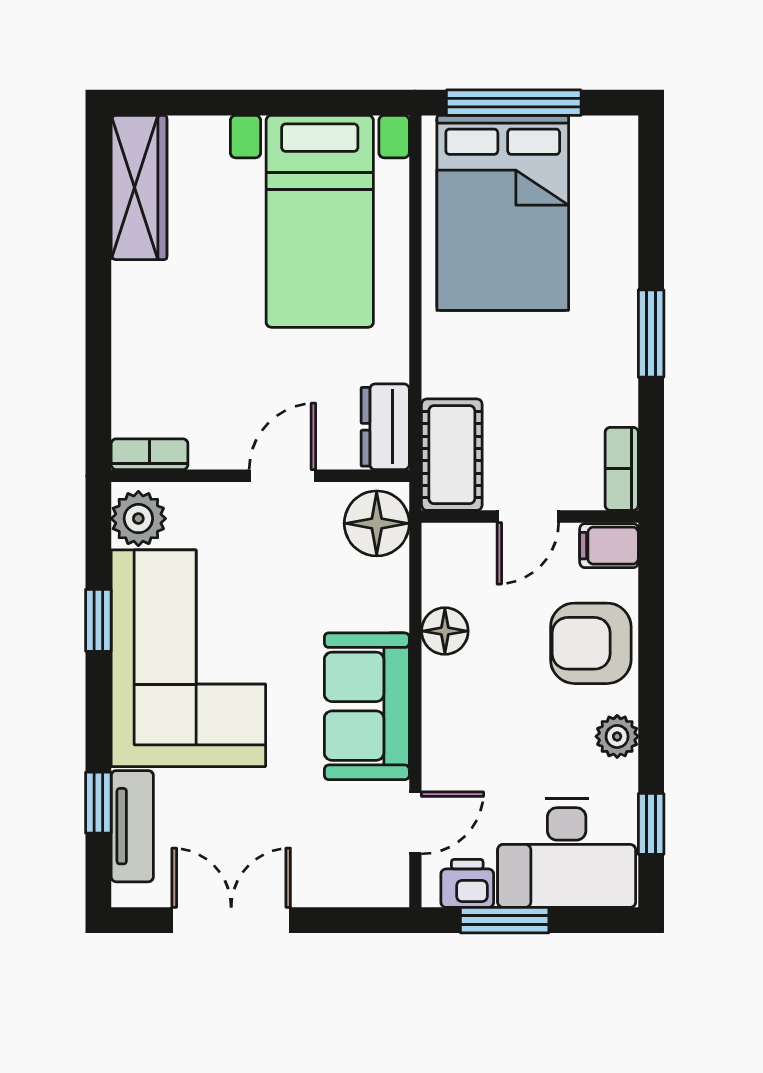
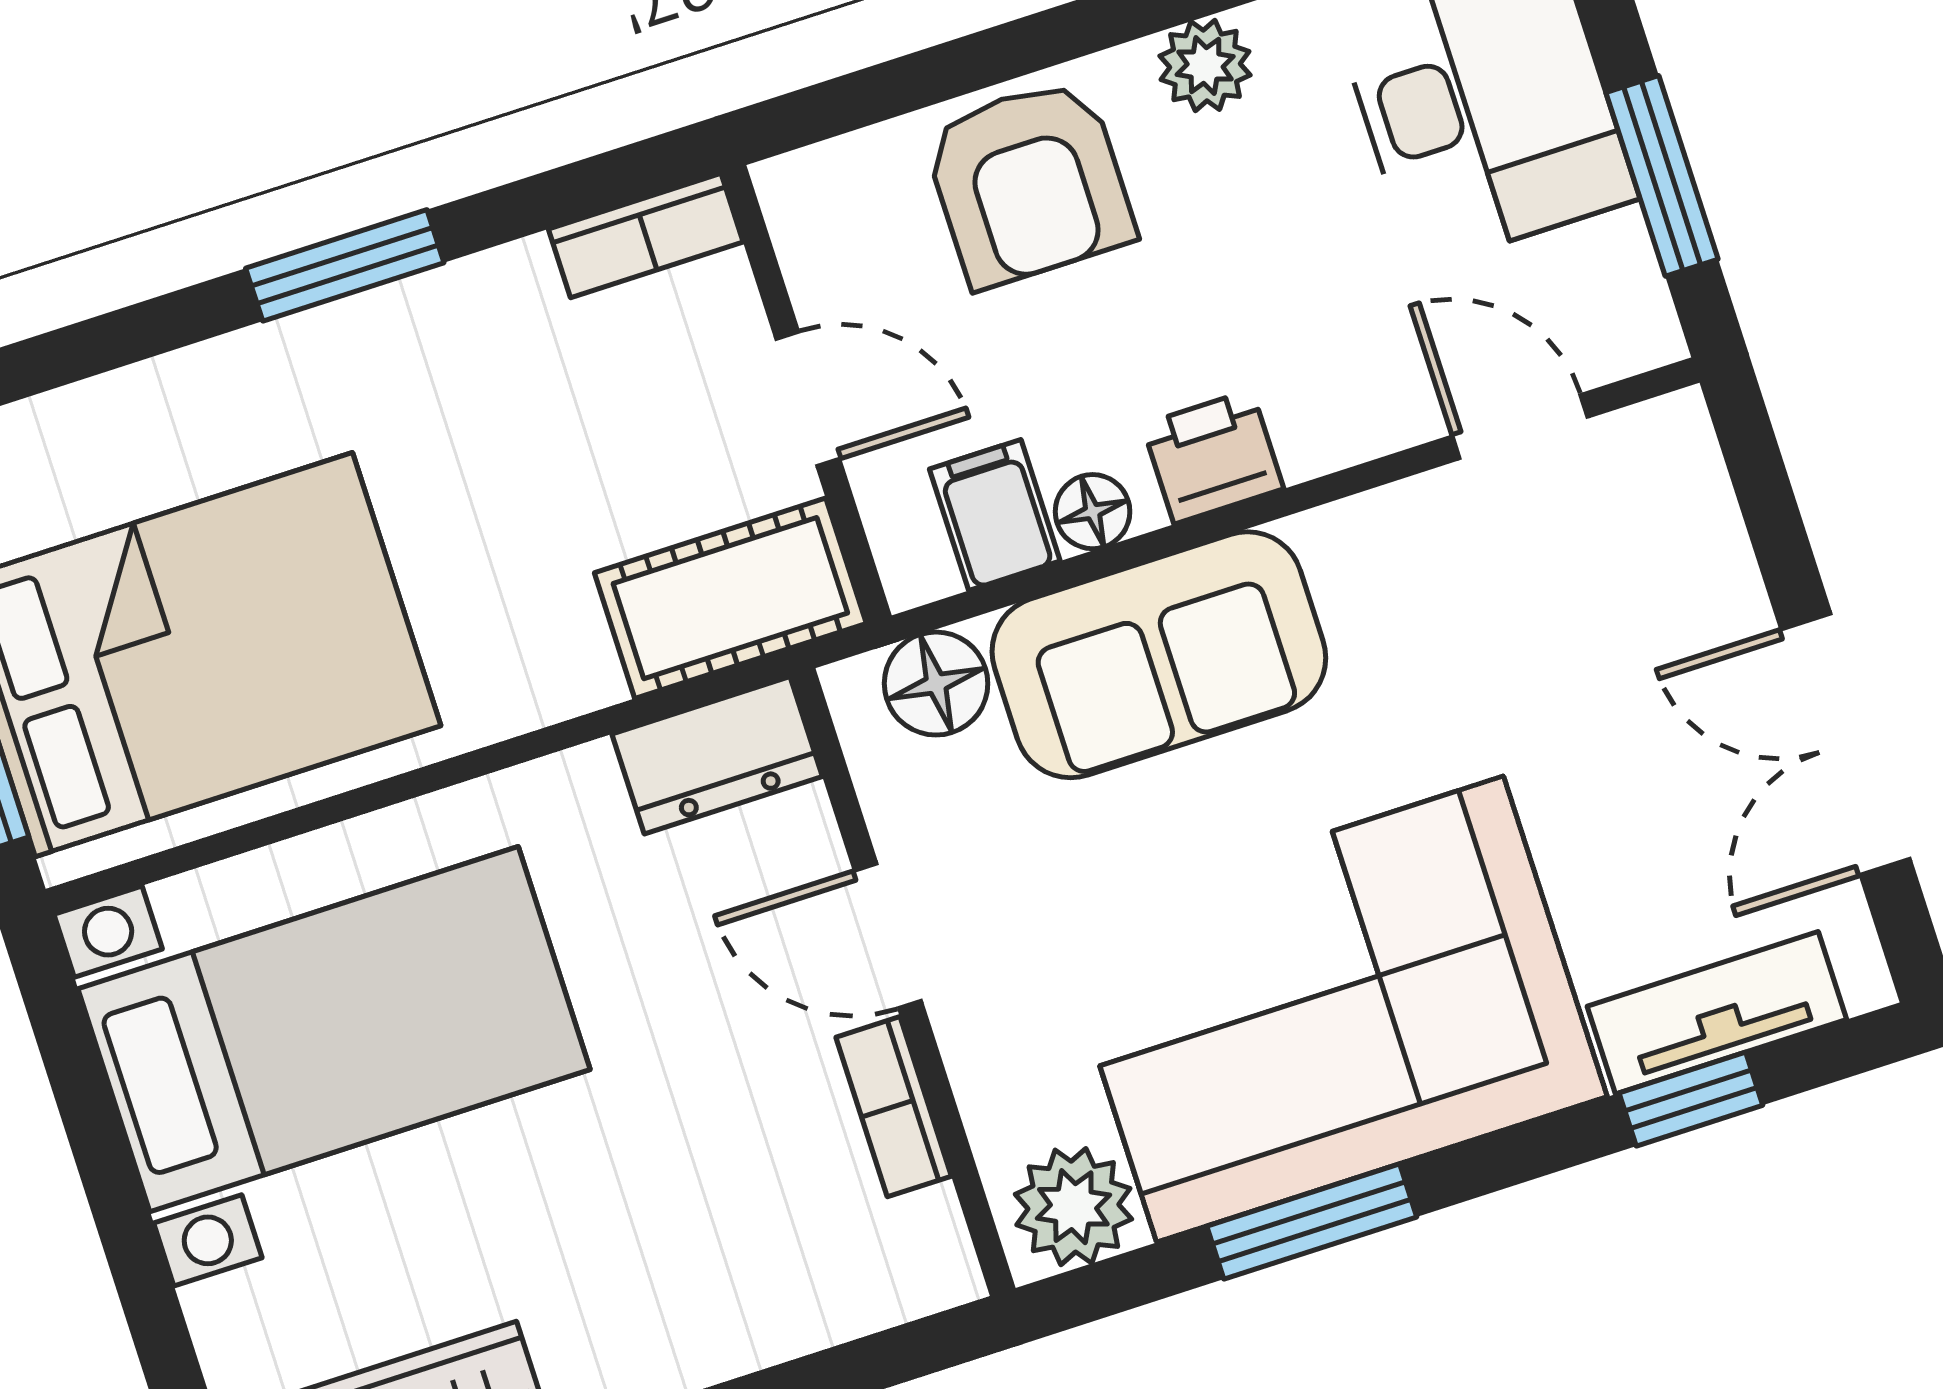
bookcase: (150, 454) -> (894, 1107), moved
floor lamp: (377, 523) -> (936, 684), width x0.73, depth x0.73
filing cabinet: (609, 546) -> (995, 515), moved, turned 180
window: (98, 620) -> (1312, 1222), width x1.50
floor lamp: (445, 631) -> (1093, 512), width x0.73, depth x0.73
sofa: (367, 706) -> (1159, 655), moved
printer: (467, 883) -> (1213, 457), moved, turned 90

